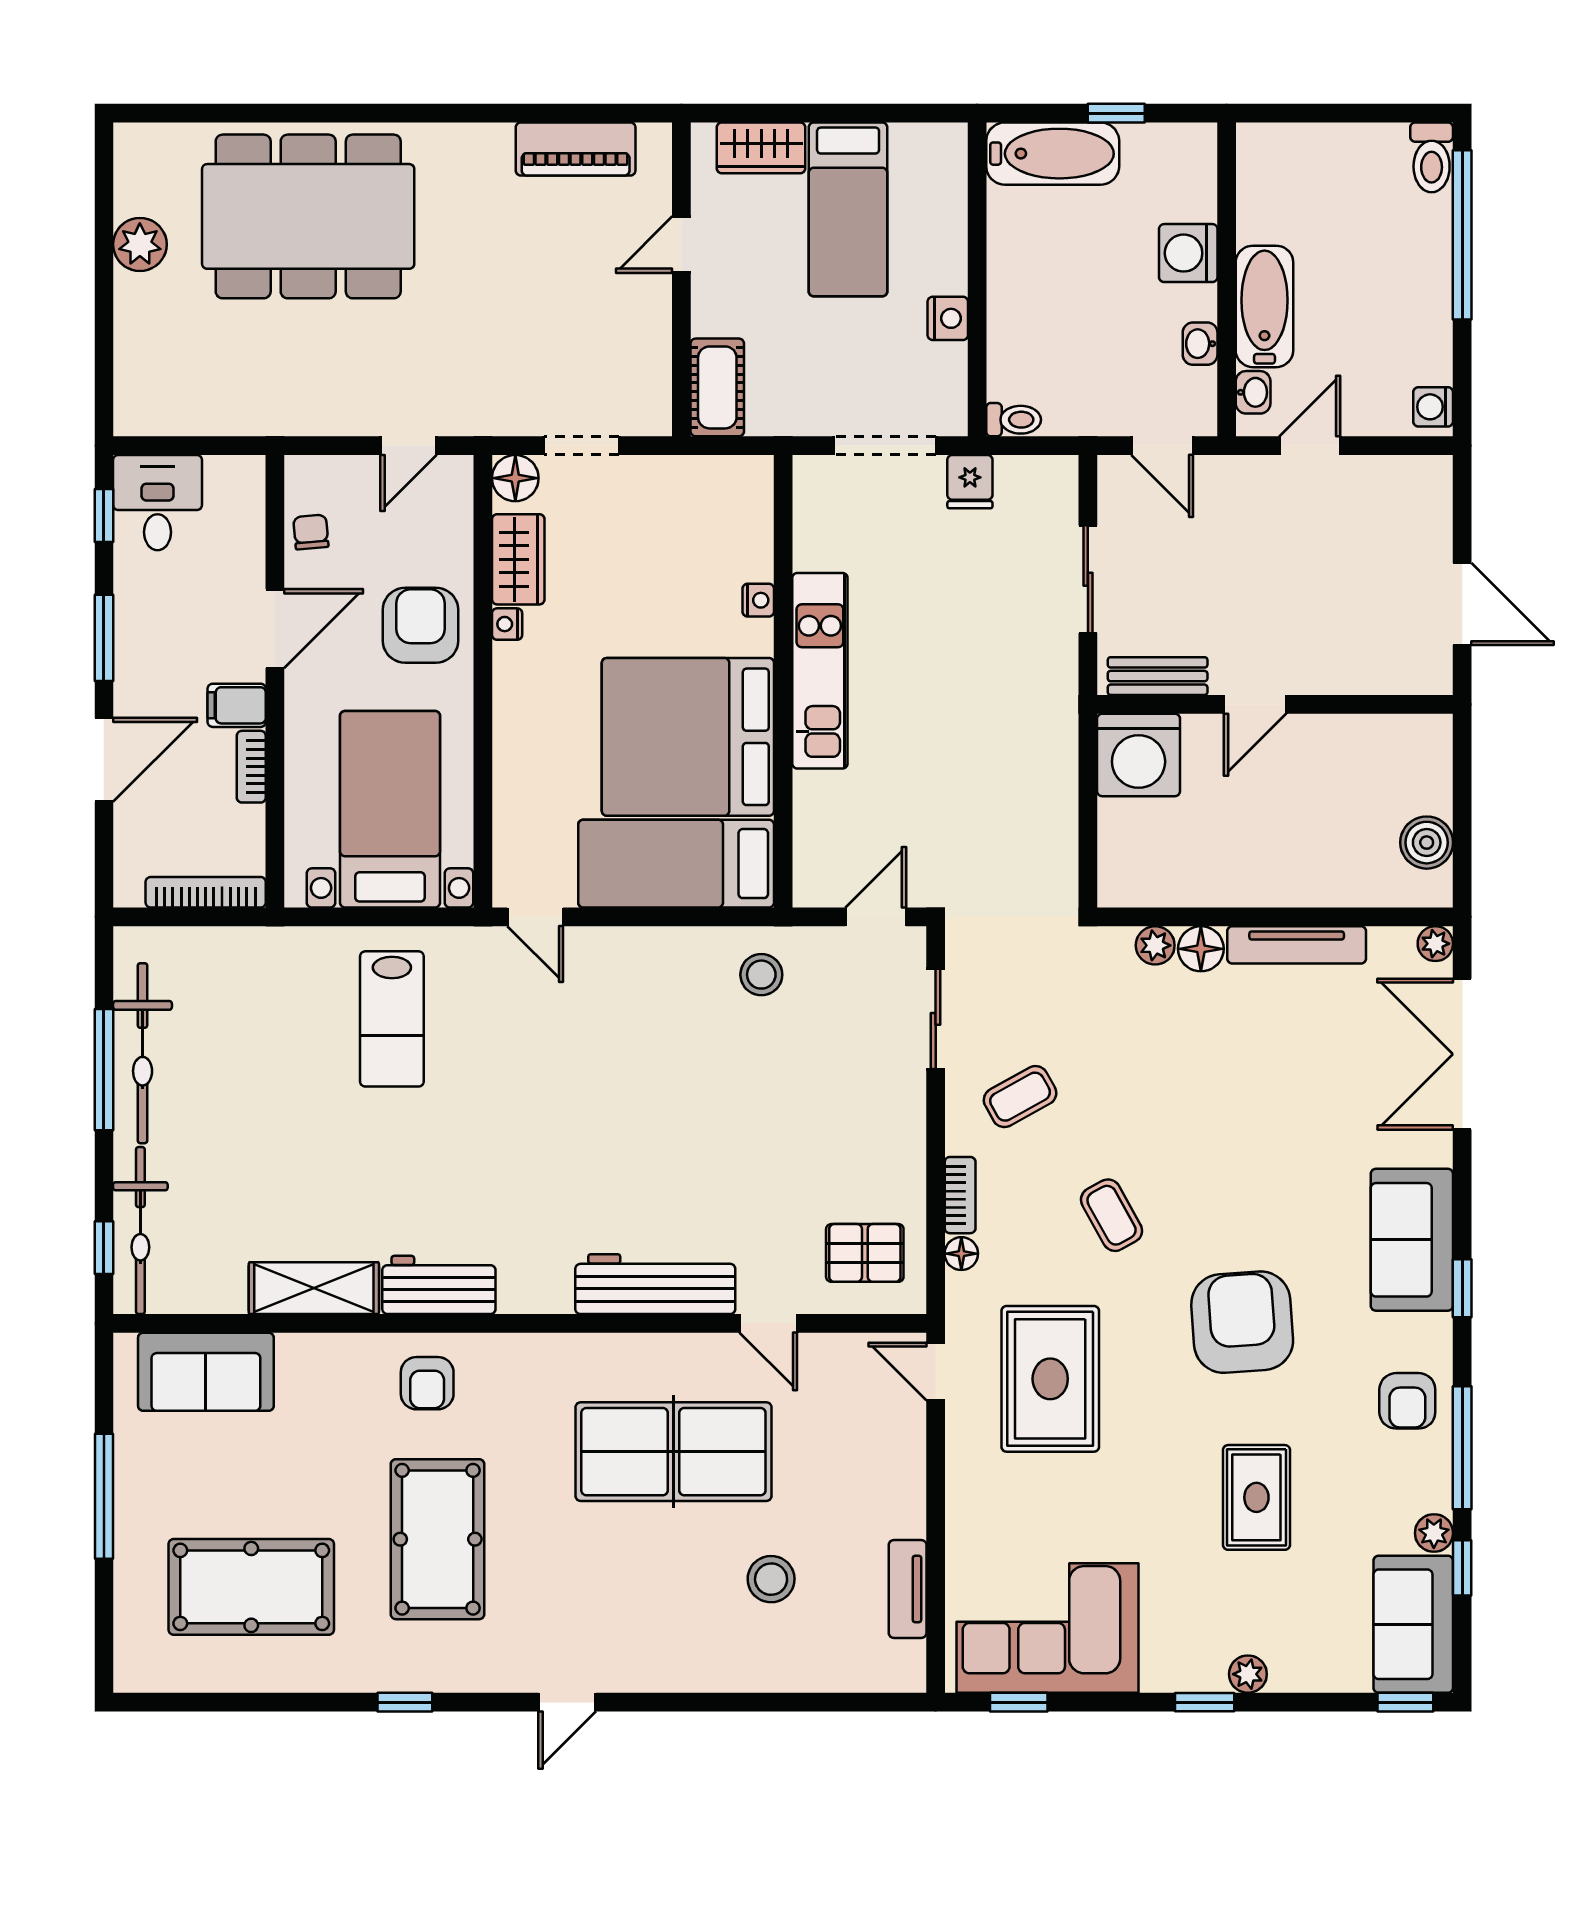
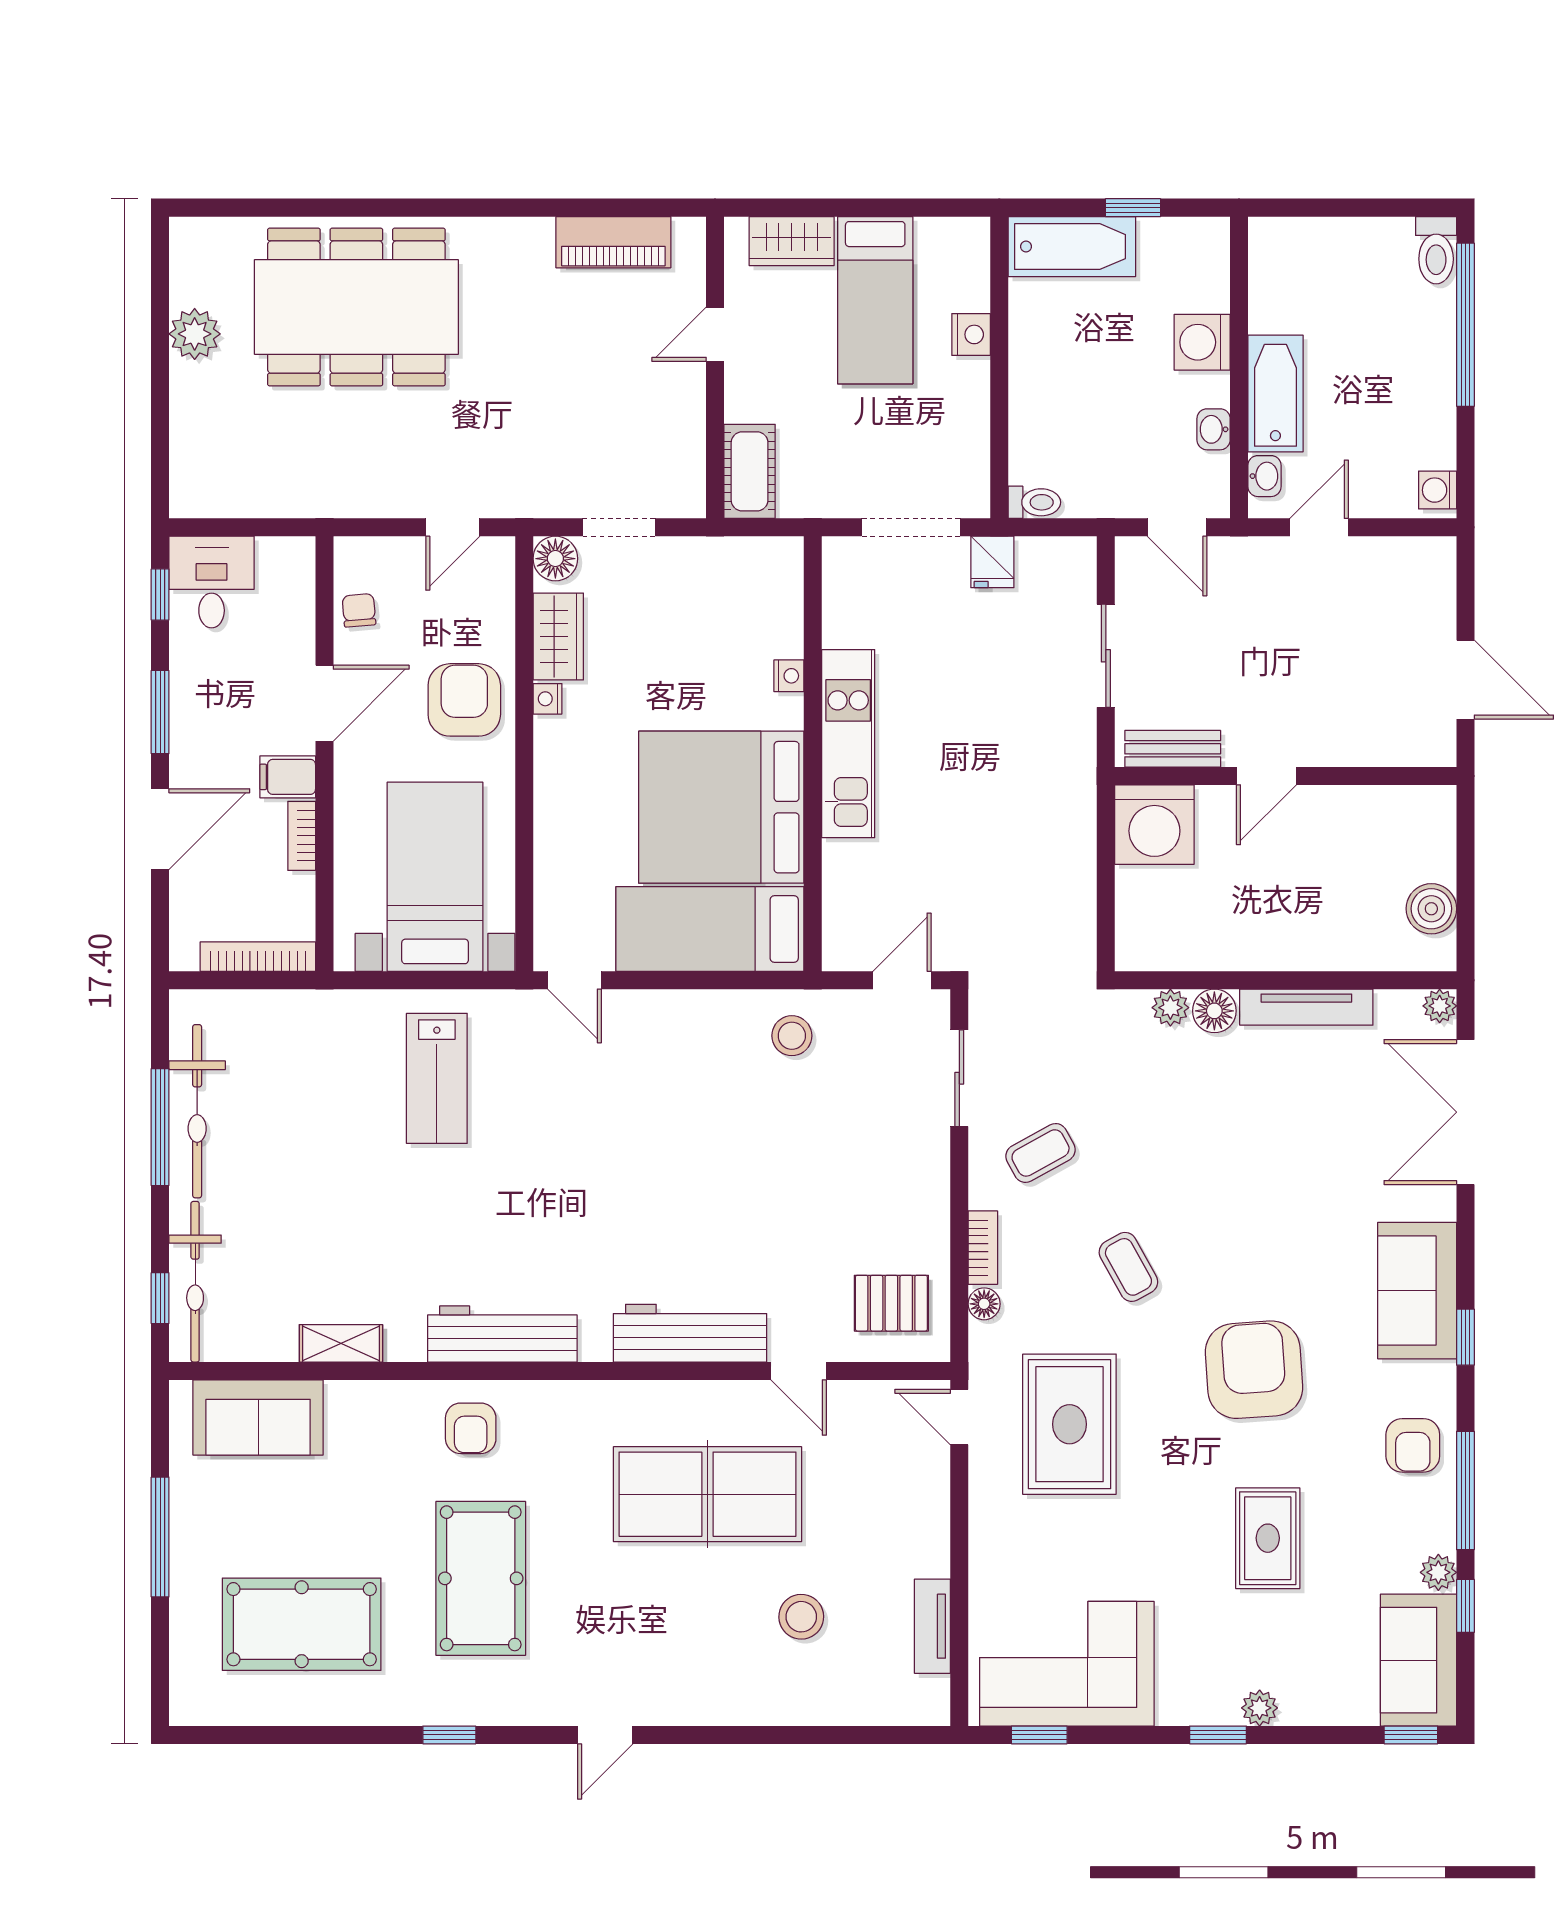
nightstand: (948, 318) -> (971, 334), moved
workbench: (439, 1285) -> (502, 1334), width x1.38
shelving: (314, 1288) -> (341, 1343), width x0.67, depth x0.75

